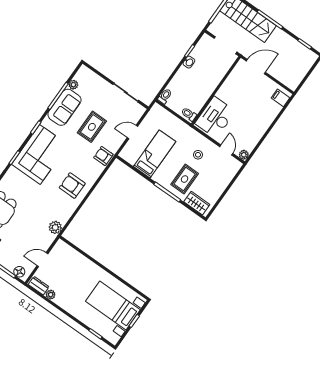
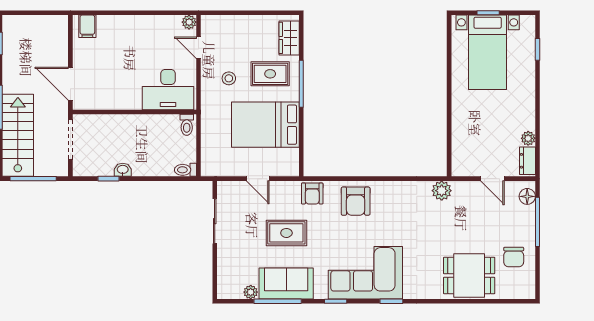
door: (226, 150) -> (198, 48), hinge flipped
bed: (155, 154) -> (265, 125), width x1.50
armchair: (72, 186) -> (356, 201), moved

